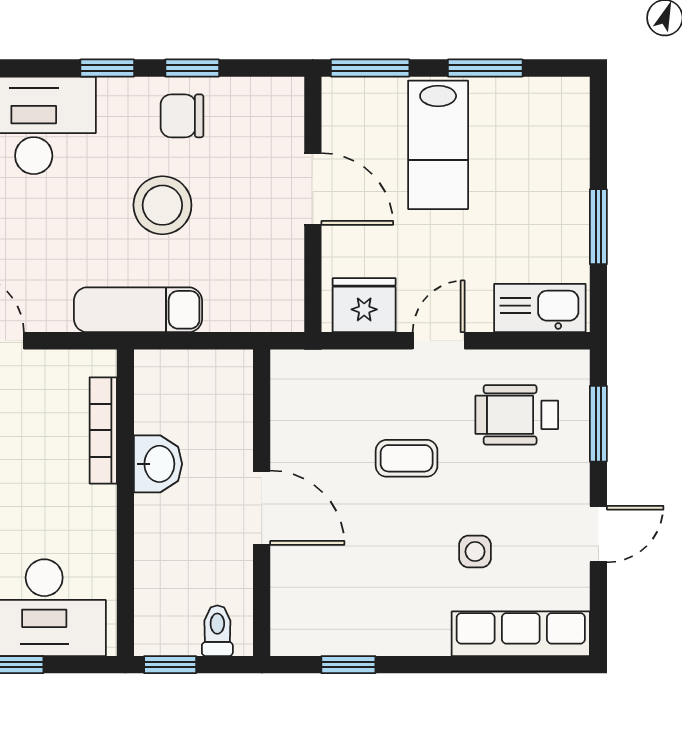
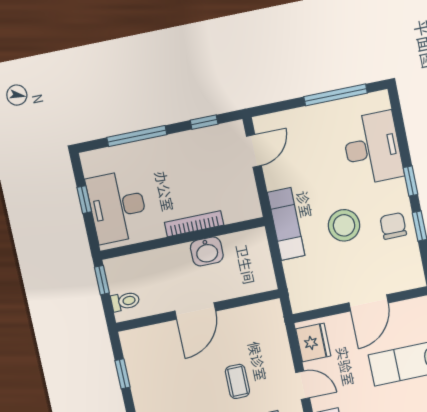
bookcase: (103, 430) -> (194, 224), moved

